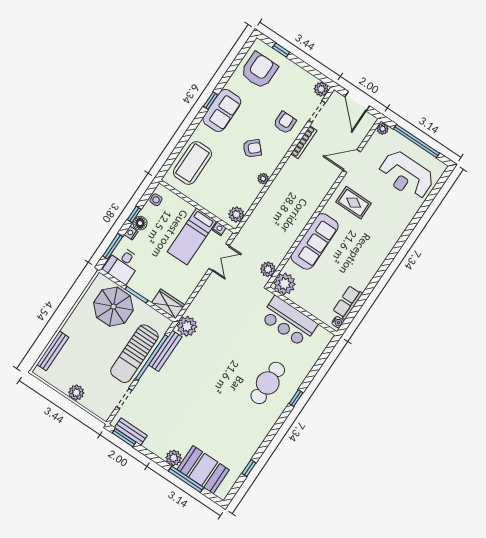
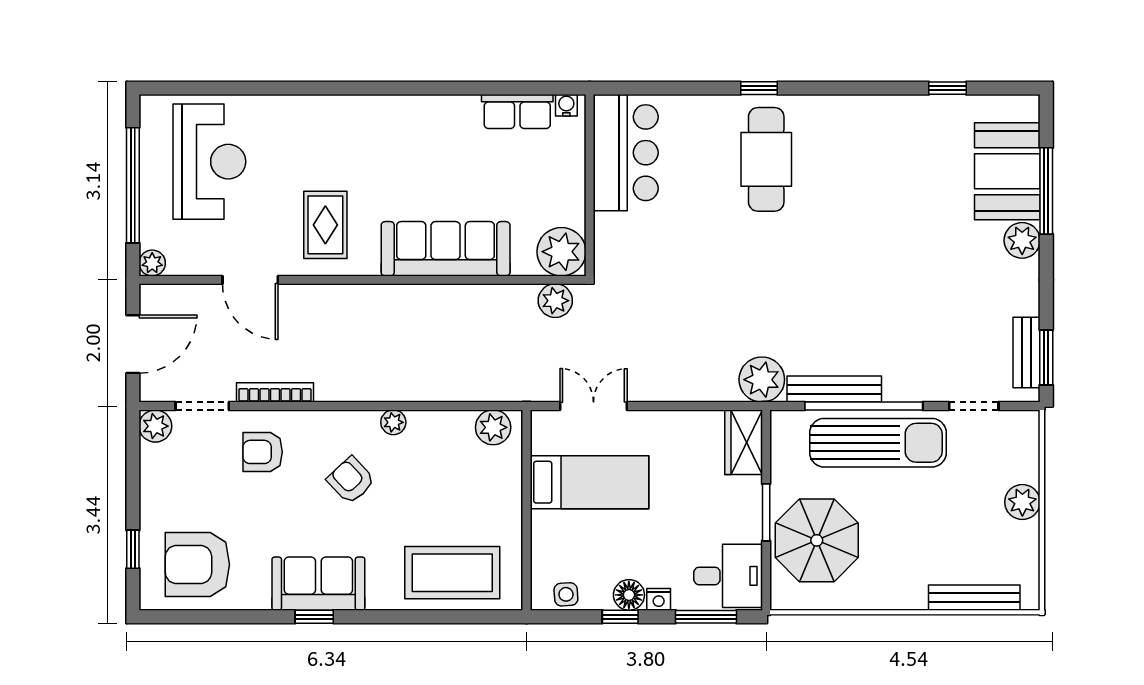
nightstand: (219, 229) -> (541, 441), removed
bar counter: (289, 321) -> (626, 153), moved
cafe table: (268, 383) -> (766, 159), turned 90

